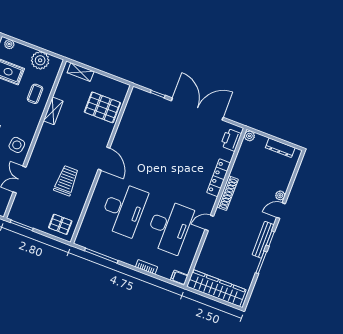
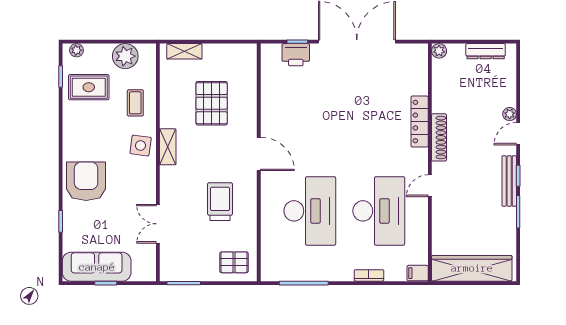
pallet: (102, 107) -> (212, 103), moved, turned 90
shelving: (53, 111) -> (168, 147), moved
printer: (231, 140) -> (296, 55), moved, turned -90
side table: (17, 145) -> (141, 146), moved

